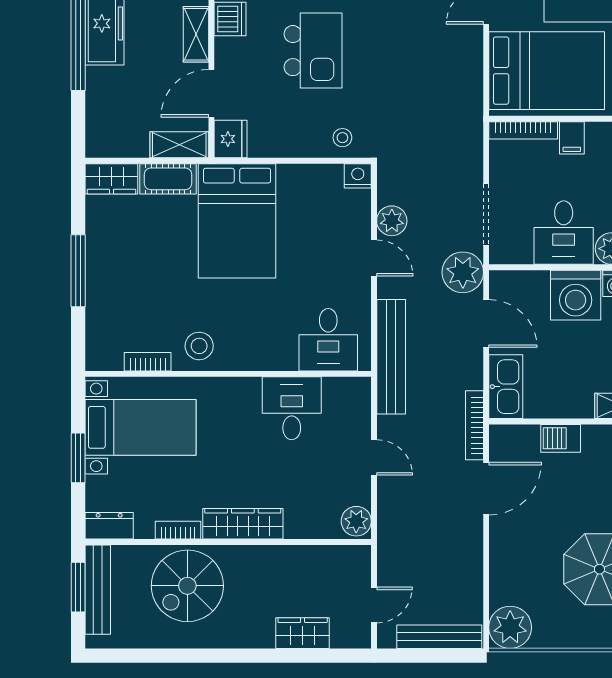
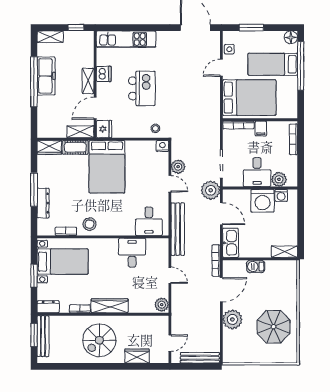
dresser: (98, 300) -> (43, 203), added
spiral stairs: (187, 586) -> (99, 340), moved
plant: (510, 627) -> (232, 319), moved

